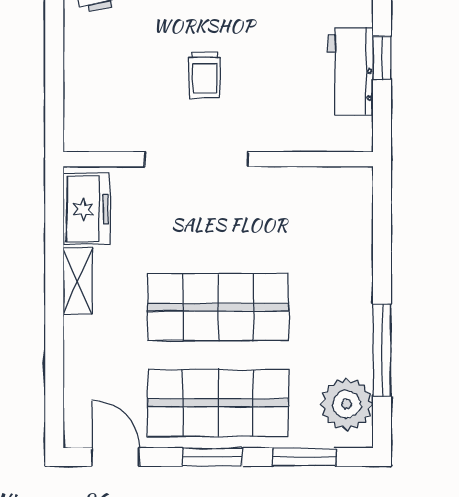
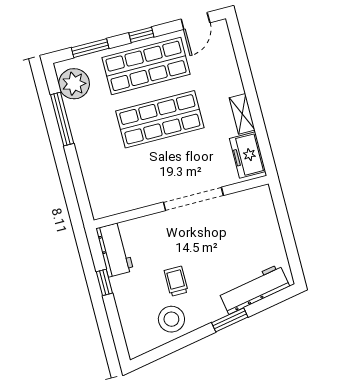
workbench: (350, 71) -> (115, 250), moved
trolley: (205, 75) -> (176, 281), moved
door: (116, 457) -> (195, 21), hinge flipped
window: (212, 457) -> (141, 35), width x0.67

